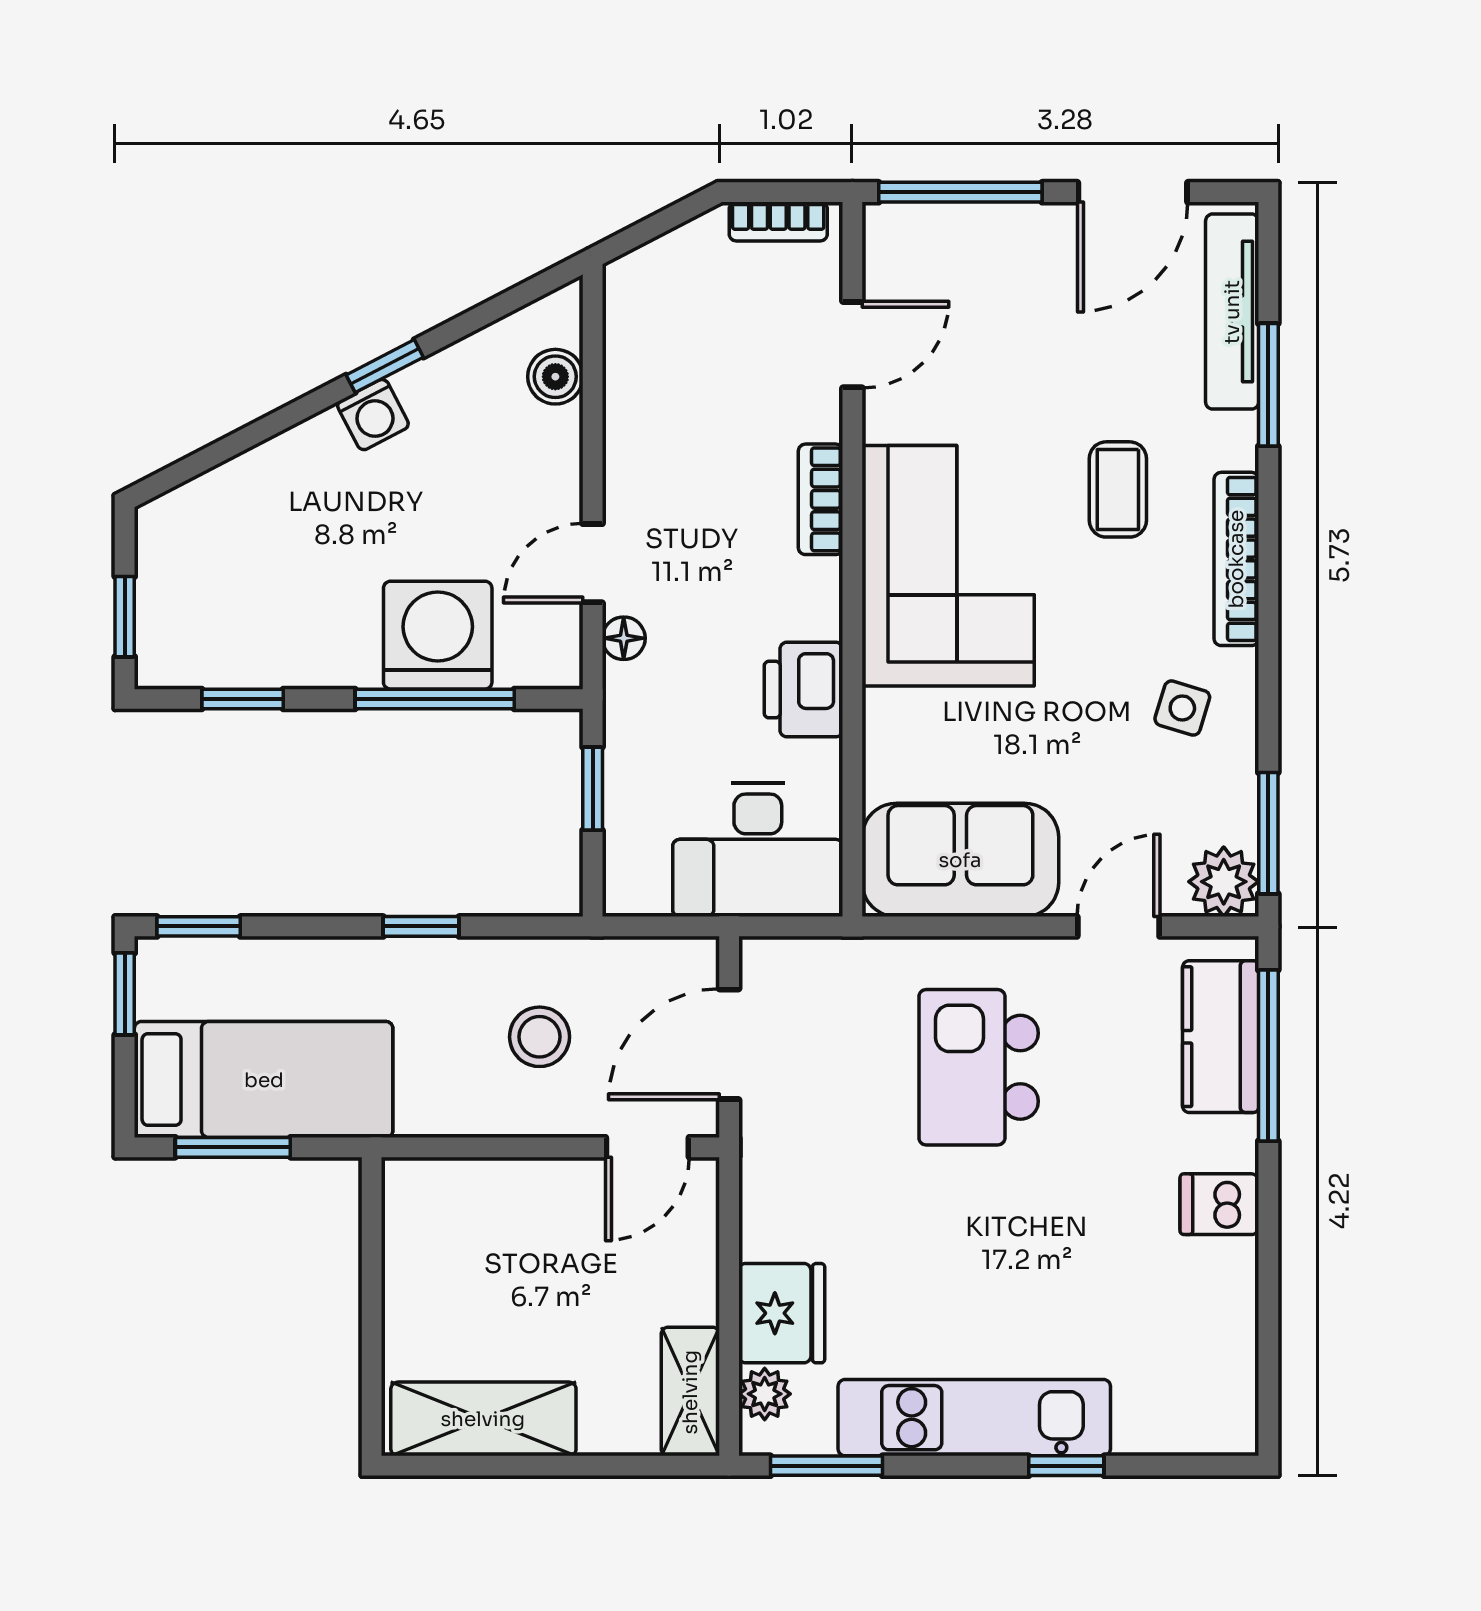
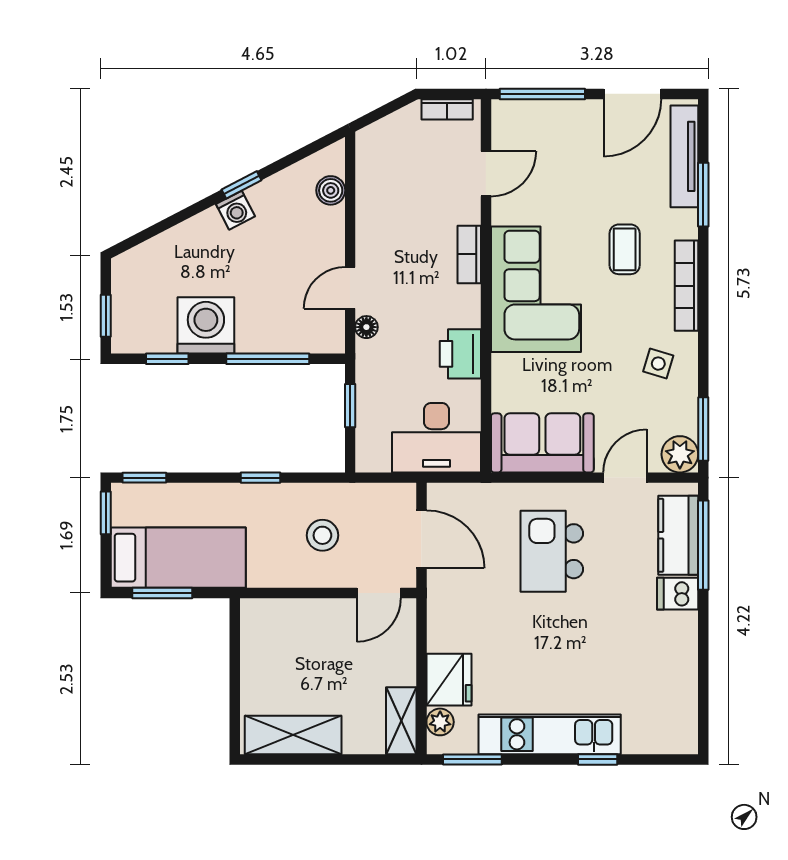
washing machine: (438, 635) -> (206, 325), moved
door: (729, 1044) -> (421, 539), swing flipped
dishwasher: (1219, 1204) -> (678, 594), moved

